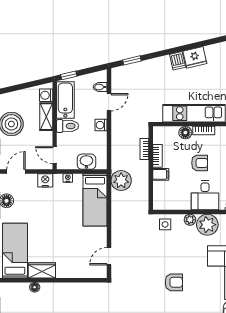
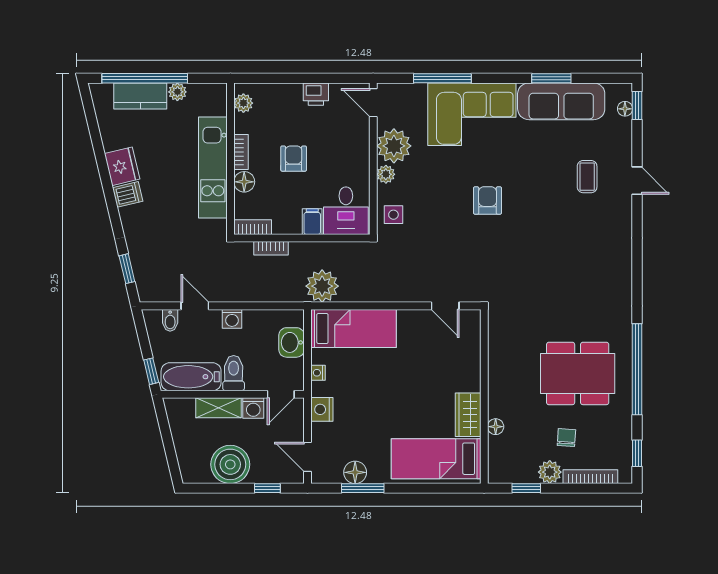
washing machine: (46, 95) -> (253, 408), moved
bookcase: (157, 156) -> (253, 227), moved
desk: (205, 195) -> (346, 211), moved, turned 90

